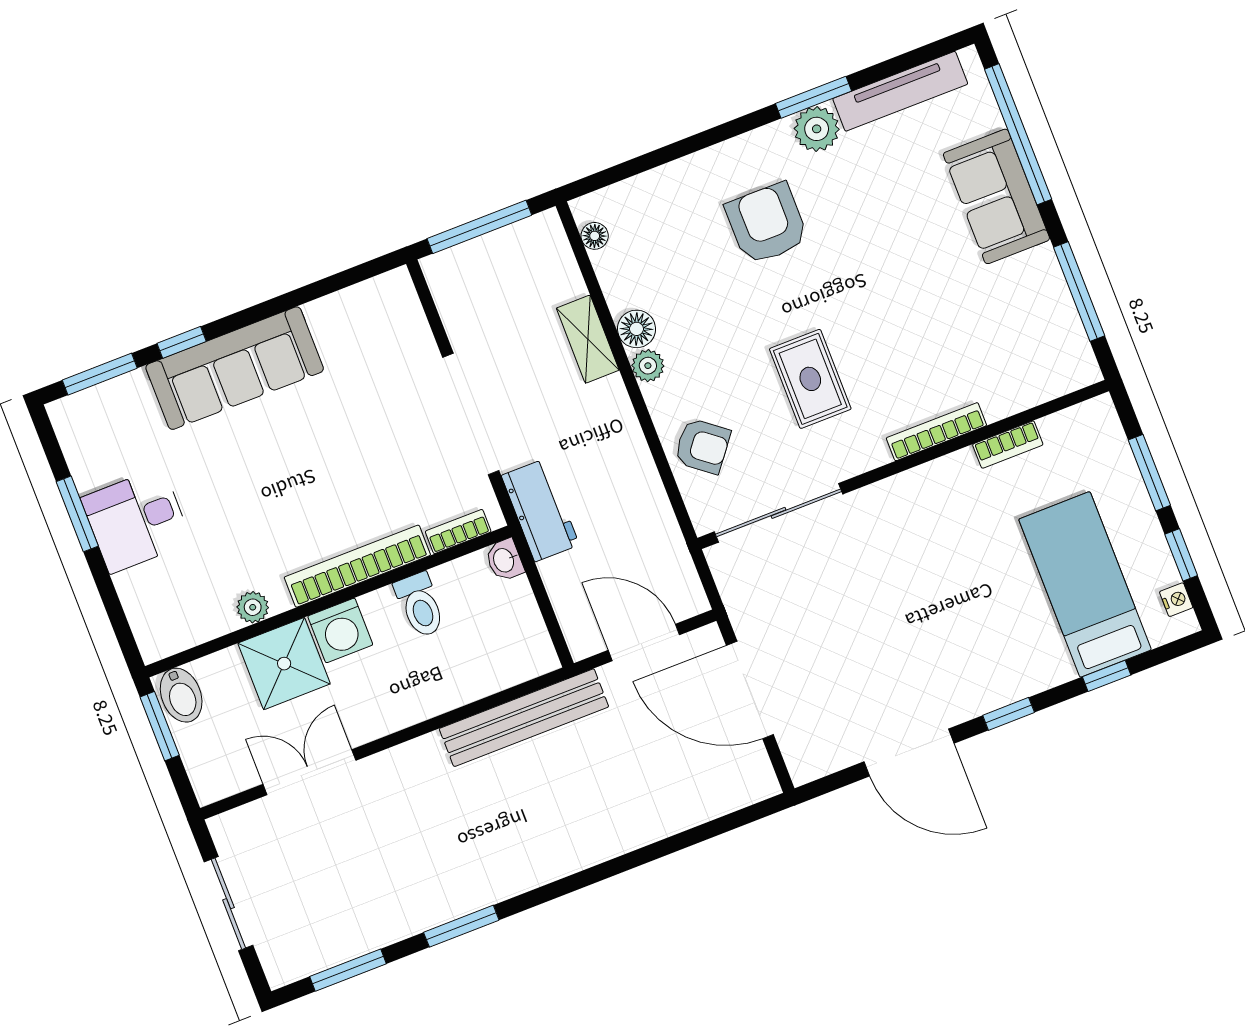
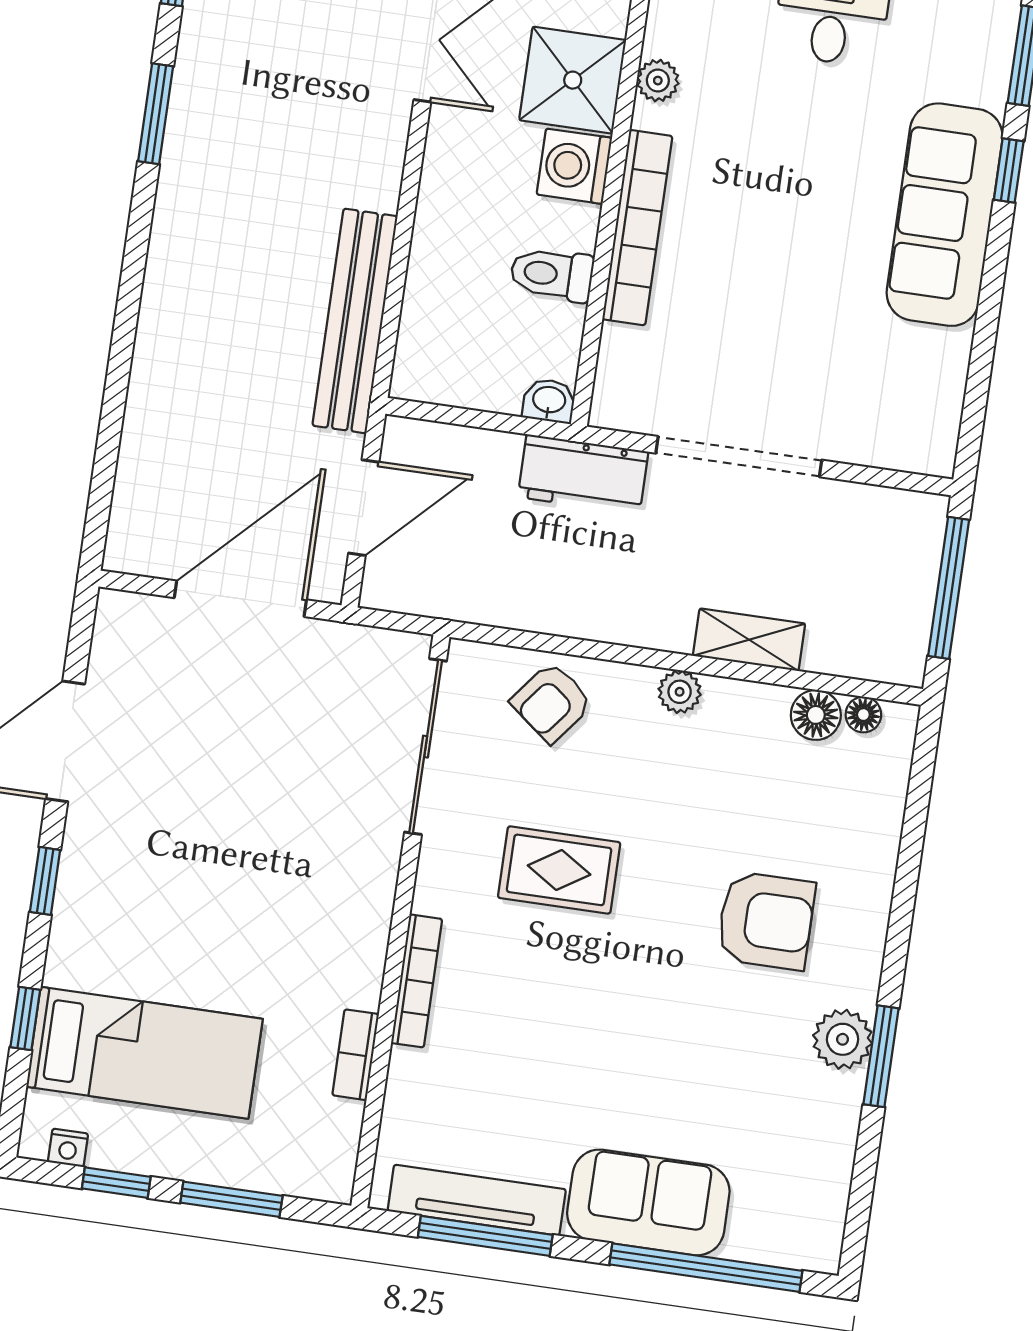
tv unit: (900, 91) -> (477, 1200), moved, turned 90
floor lamp: (636, 329) -> (816, 715), moved
bookcase: (458, 531) -> (612, 366), removed

